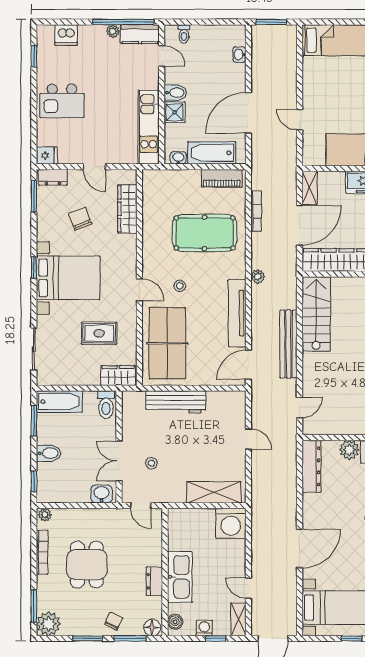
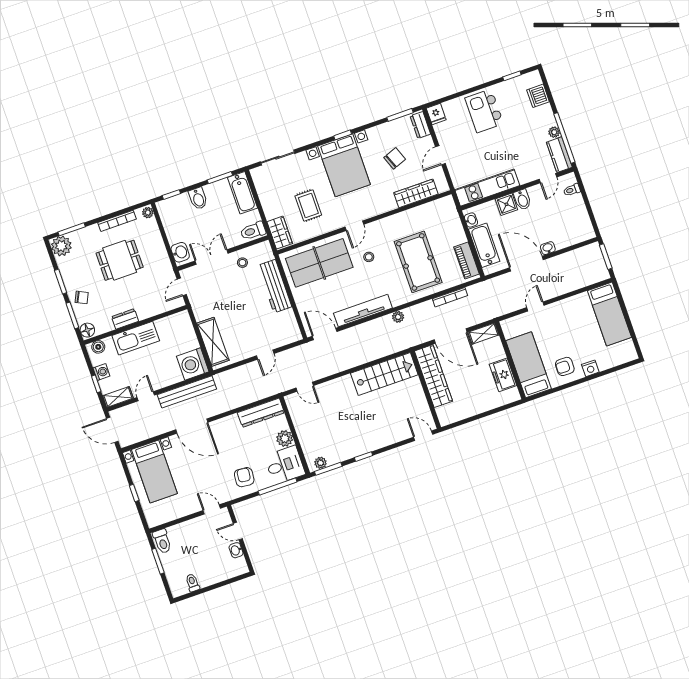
washbasin: (239, 55) -> (548, 248), moved
bench: (288, 344) -> (187, 392), moved
stool: (151, 463) -> (242, 263), moved

